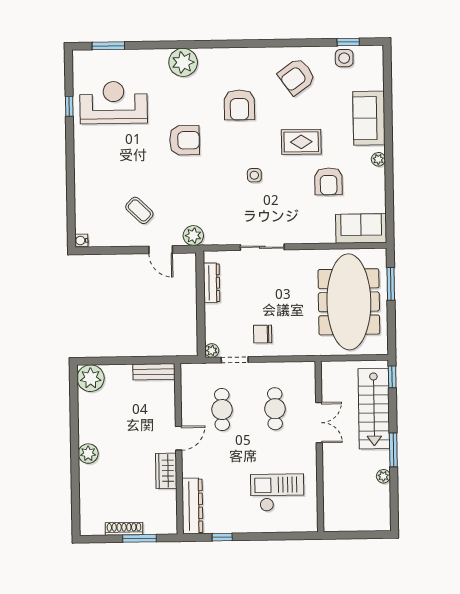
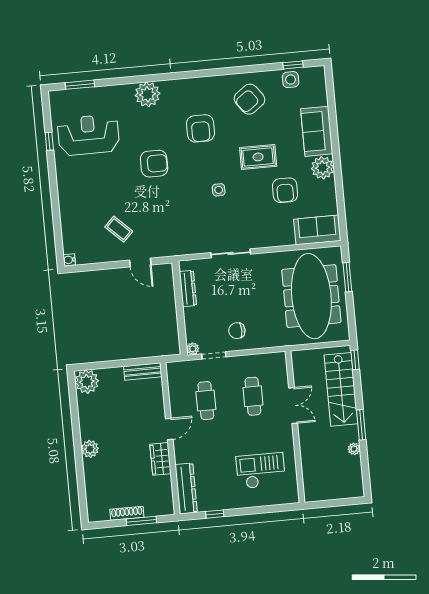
plant: (378, 159) -> (322, 168), width x1.88, depth x1.88
plant: (193, 236) -> (168, 248), removed

